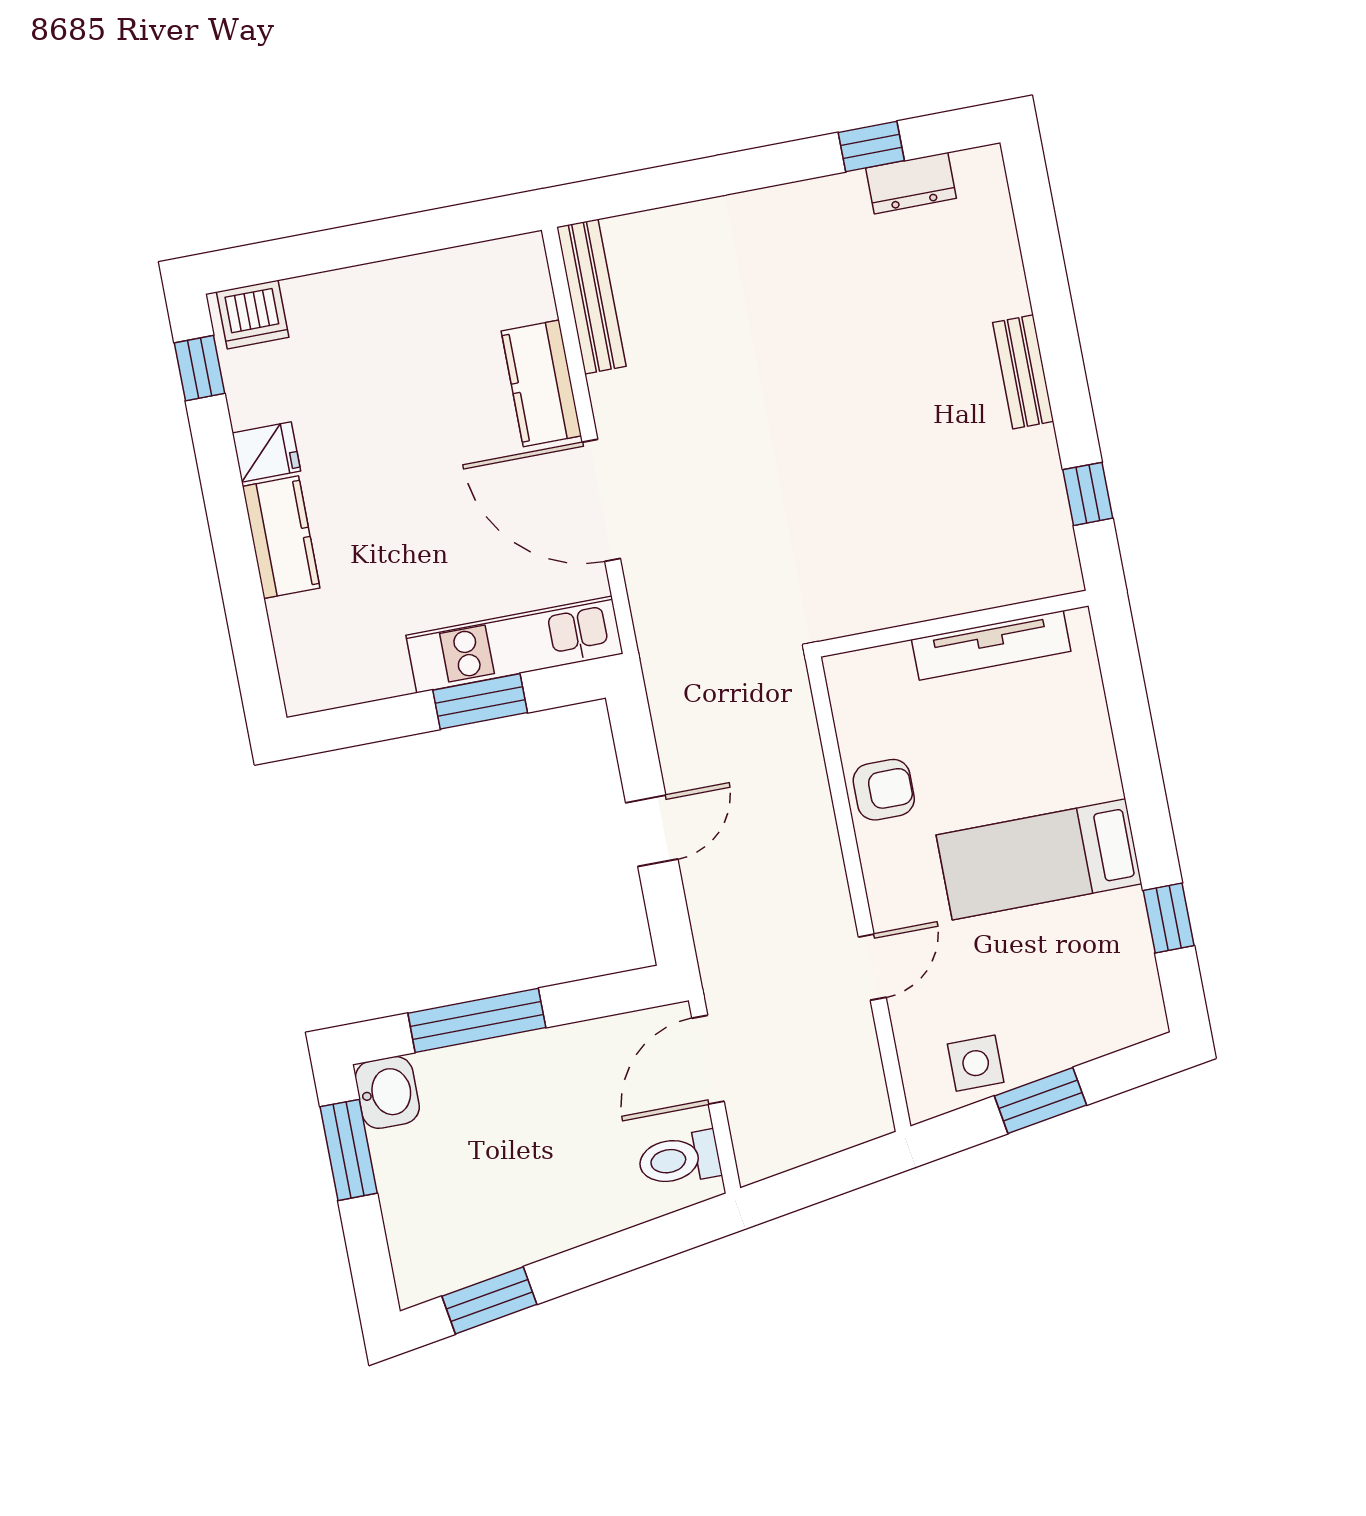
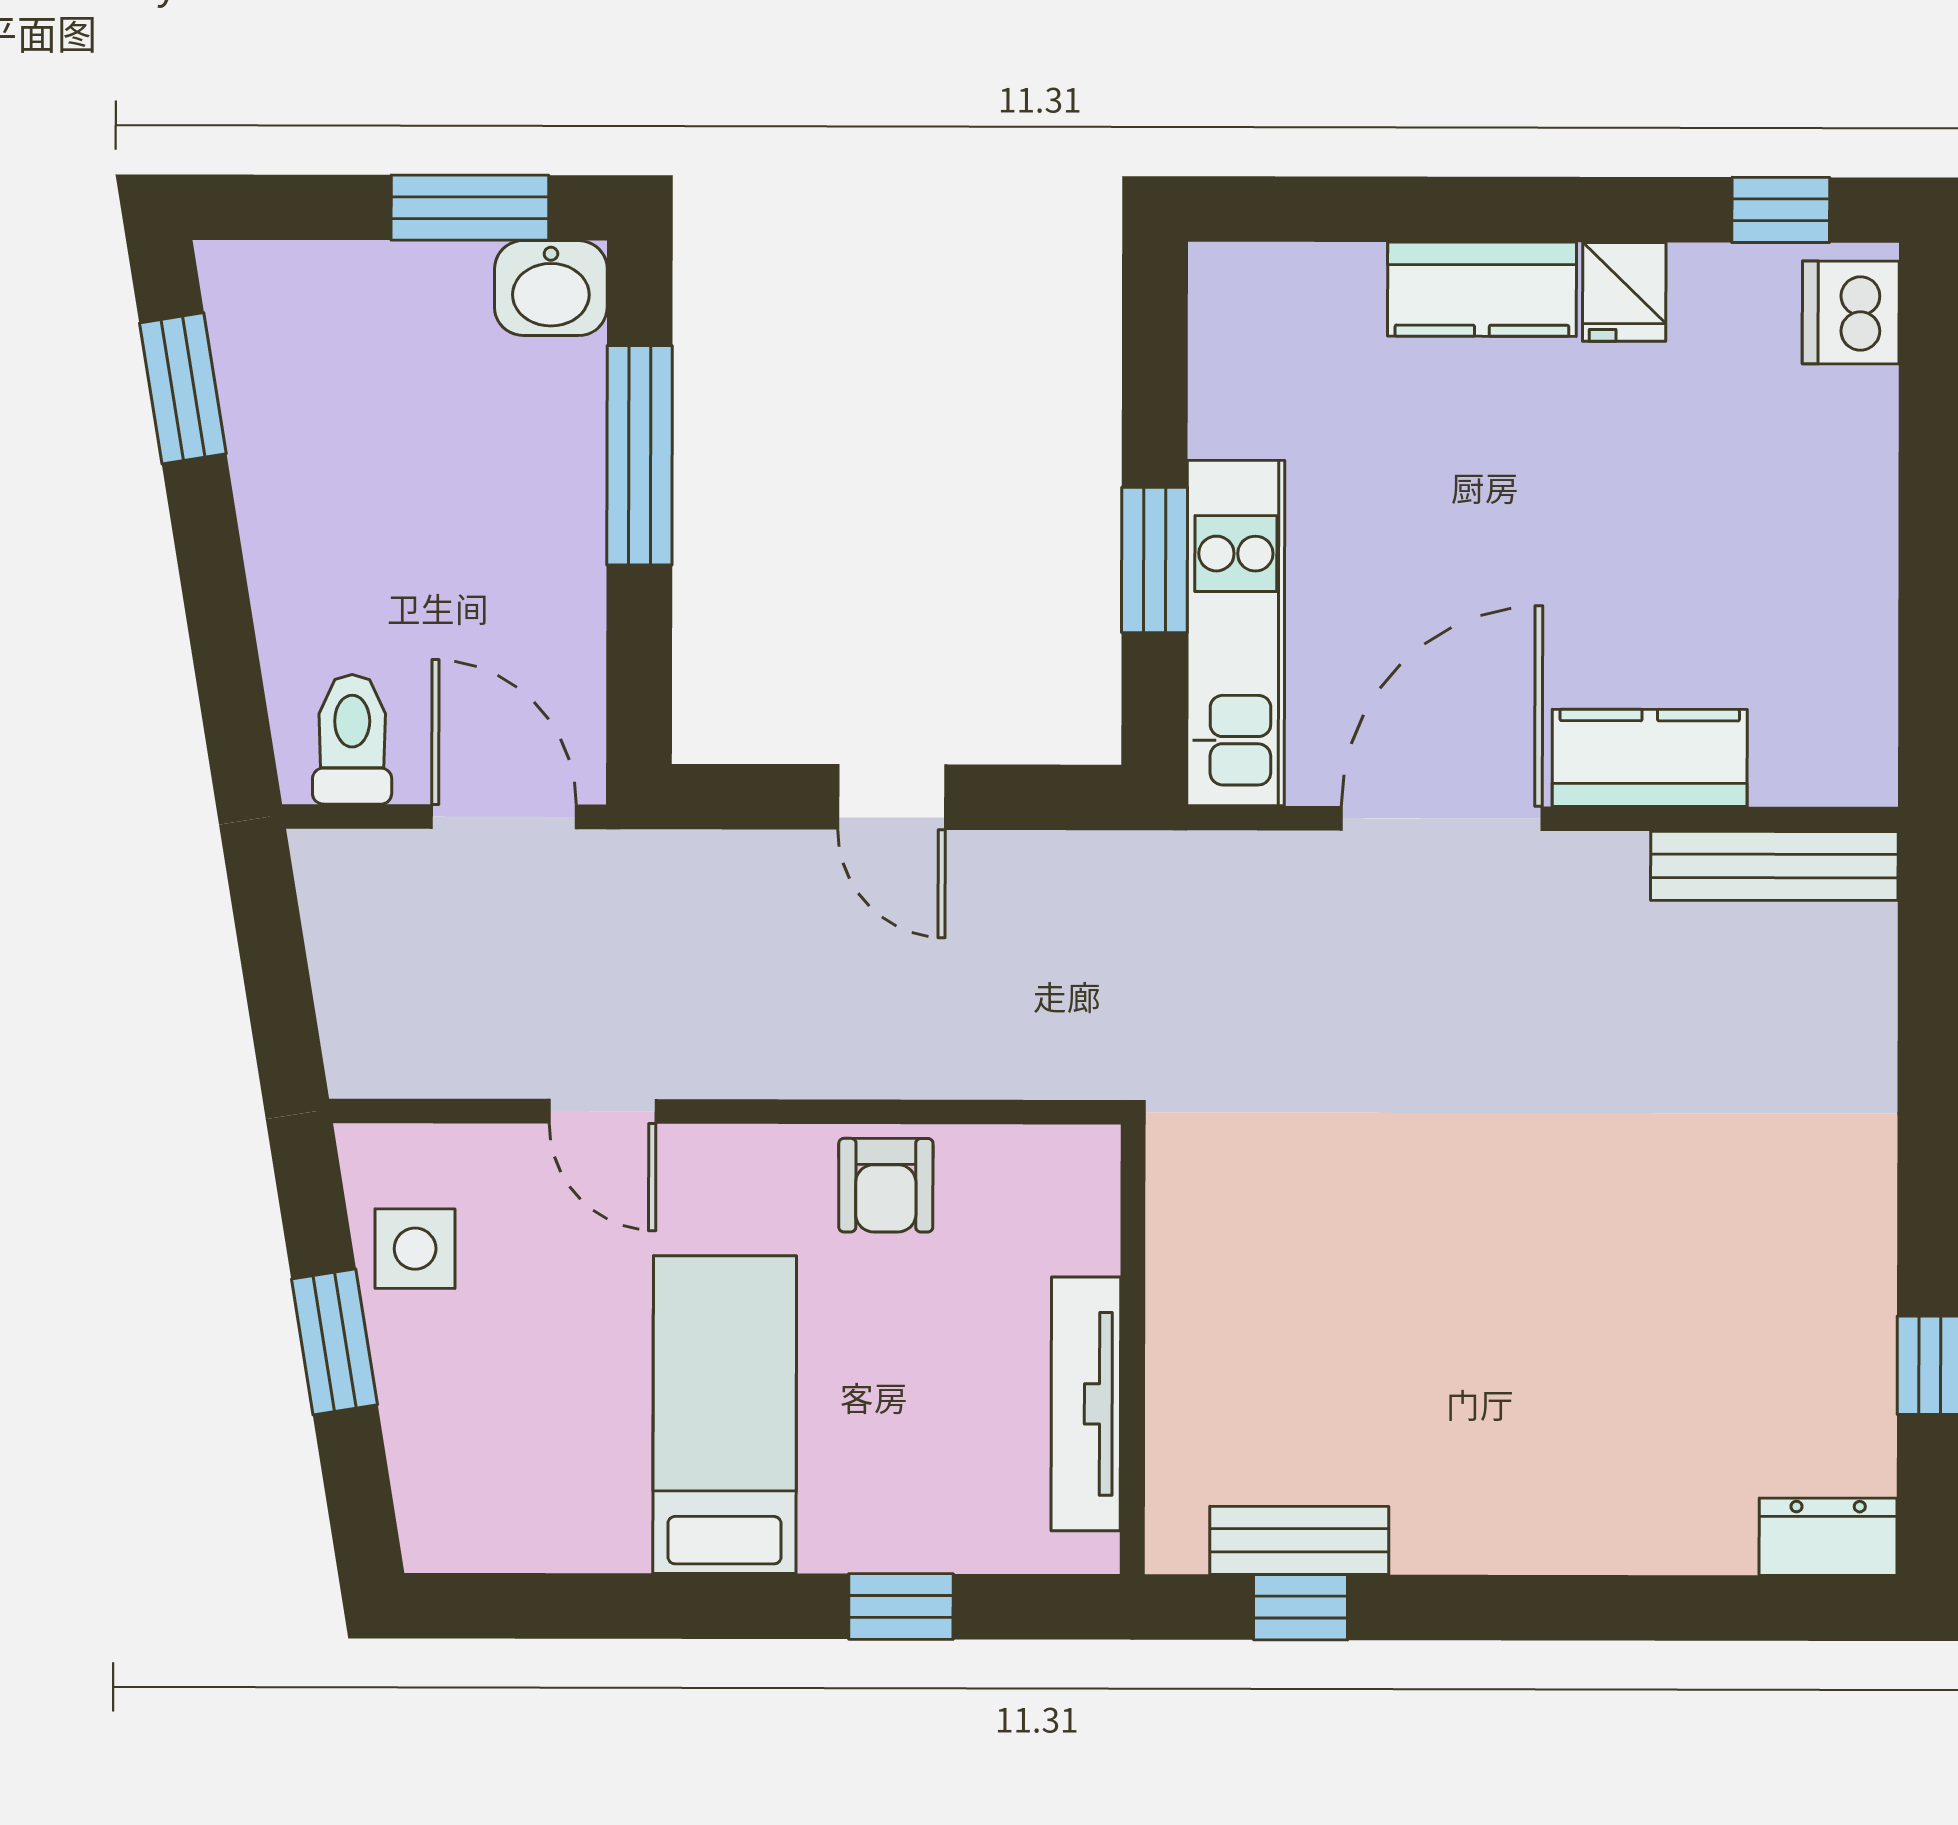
dresser: (911, 183) -> (1828, 1537), moved, turned 90
bench: (1023, 372) -> (1299, 1540), moved
window: (1169, 918) -> (901, 1607), moved

